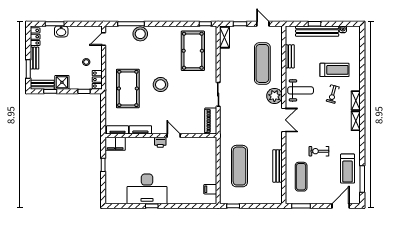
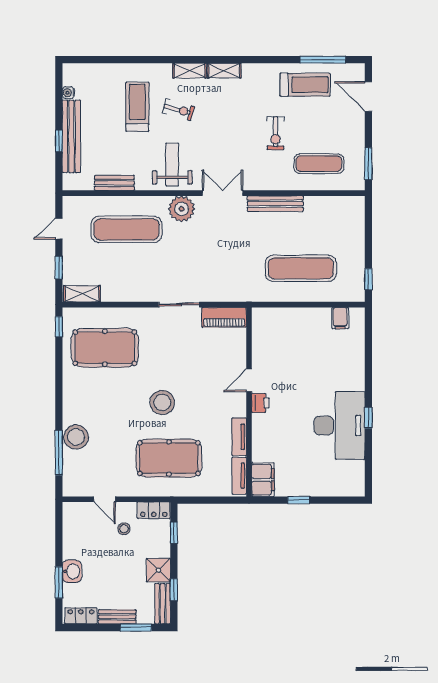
door: (104, 39) -> (105, 499), moved
bench: (278, 166) -> (275, 204), moved

